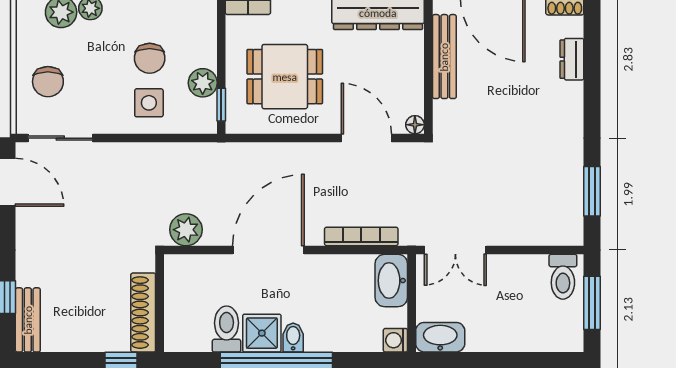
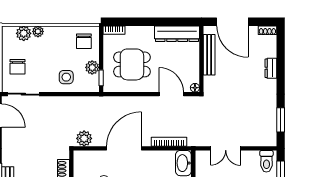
chair: (150, 58) -> (84, 41), moved
dresser: (572, 59) -> (271, 68), moved
double door: (455, 250) -> (226, 148), moved

